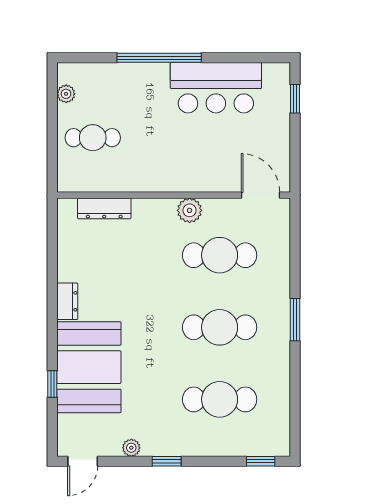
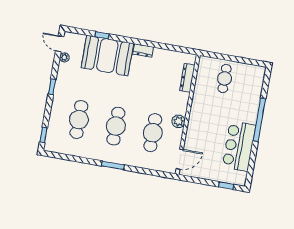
plant: (66, 94) -> (249, 69), removed
plant: (131, 448) -> (64, 57), moved

